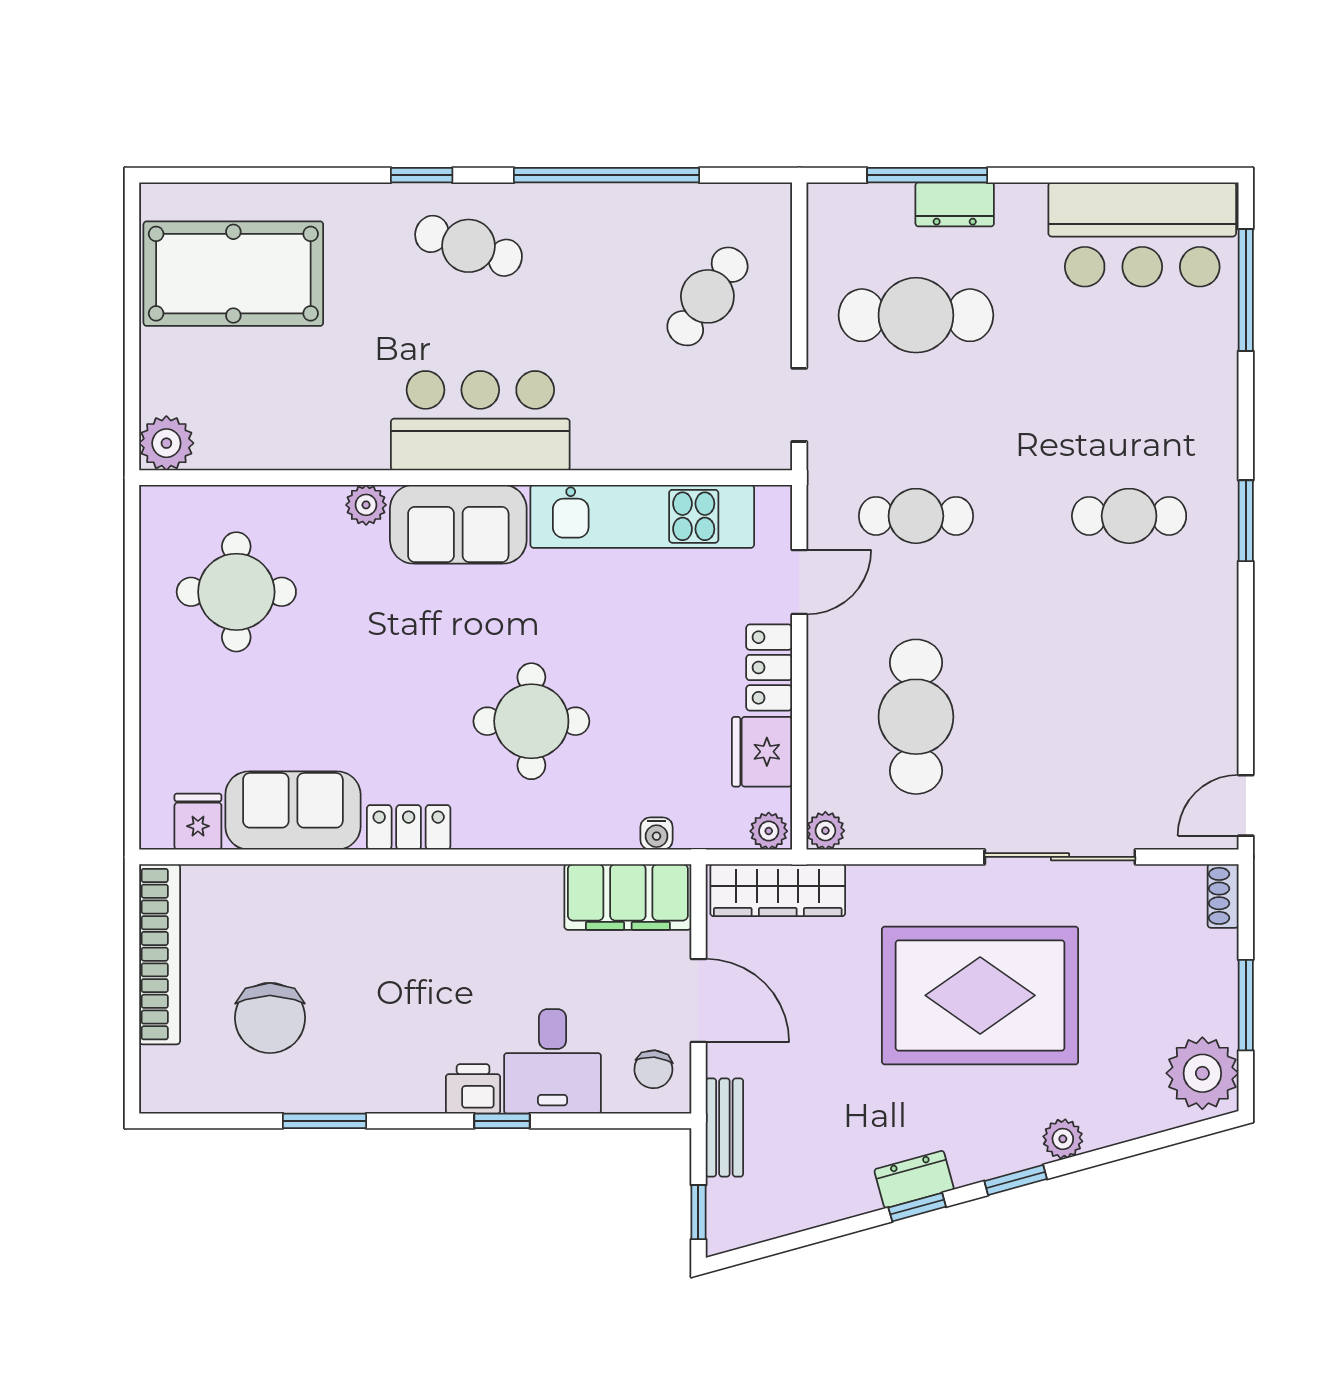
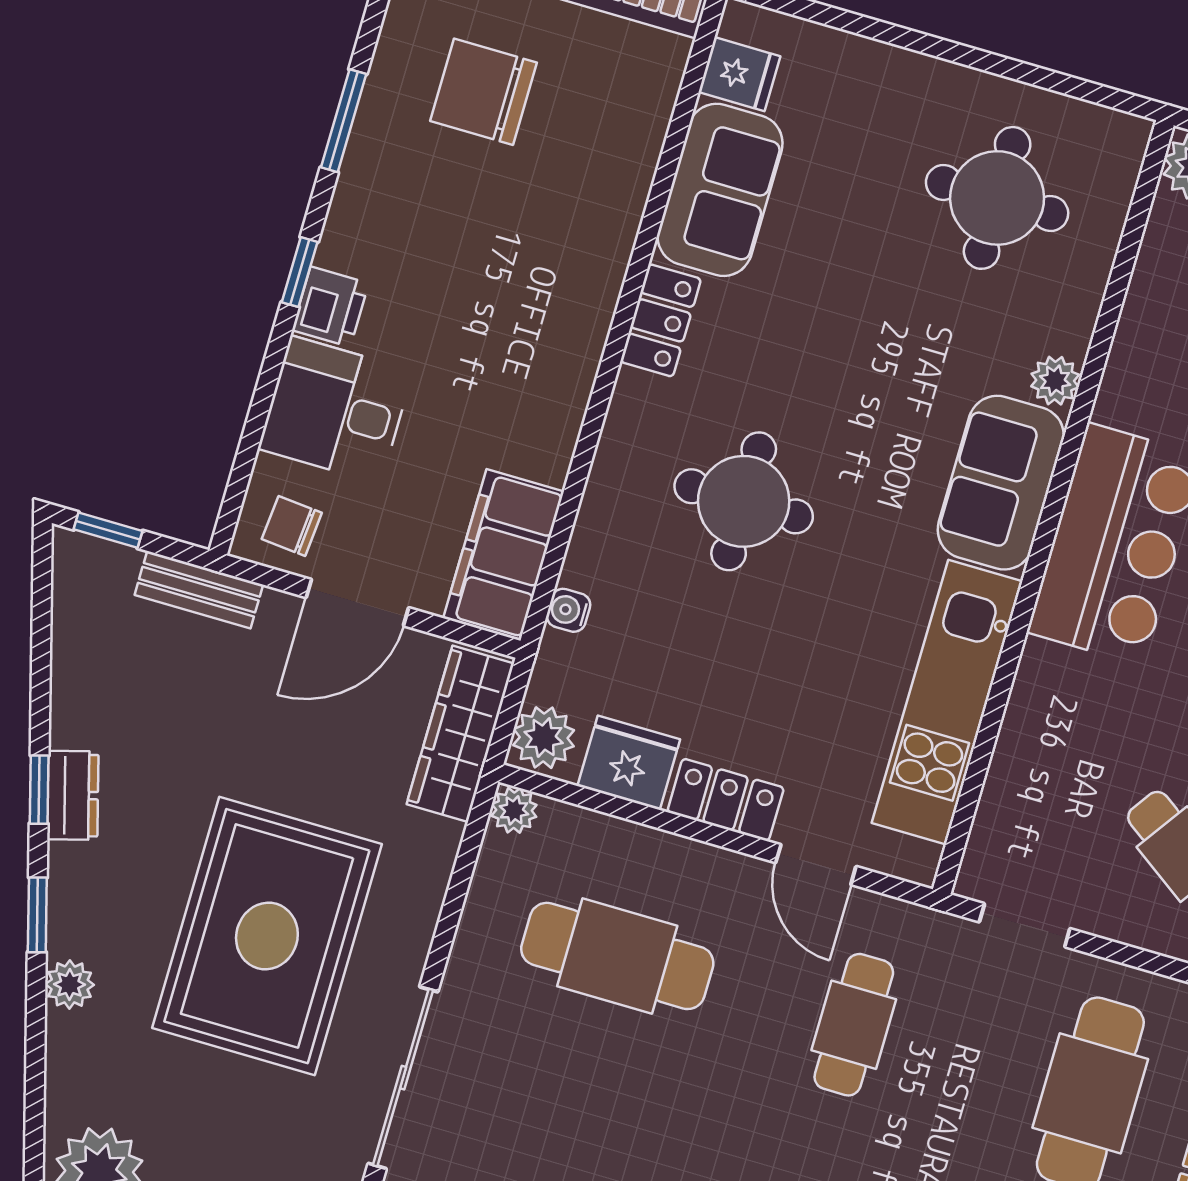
plant: (769, 831) -> (544, 738), width x1.38, depth x1.38
window: (502, 1121) -> (300, 272), moved

